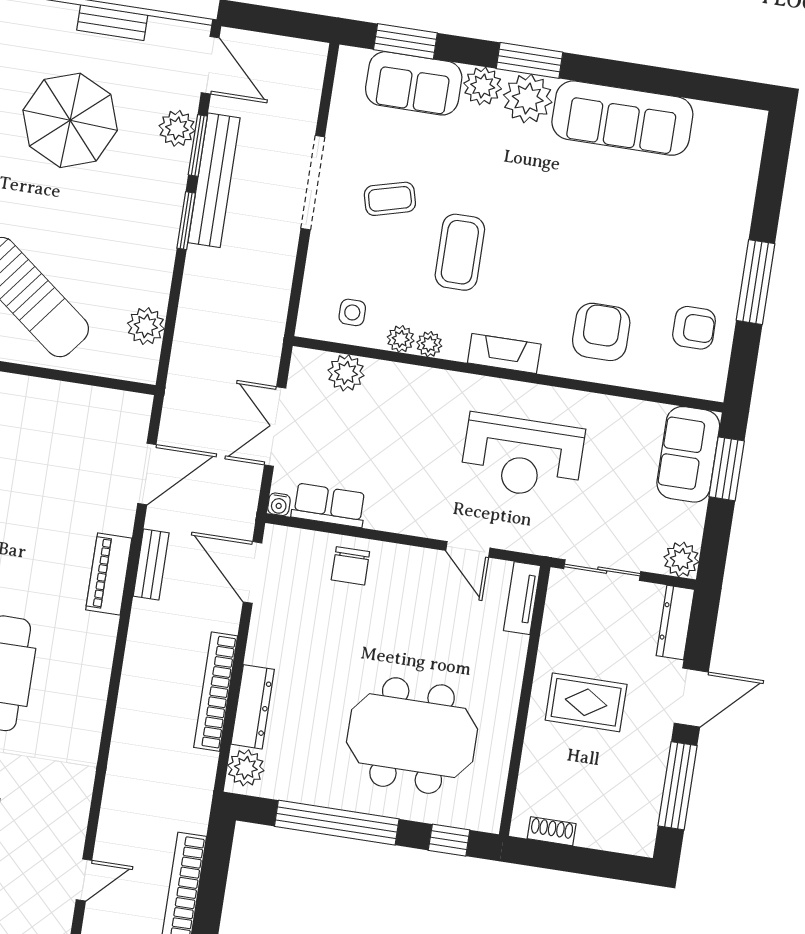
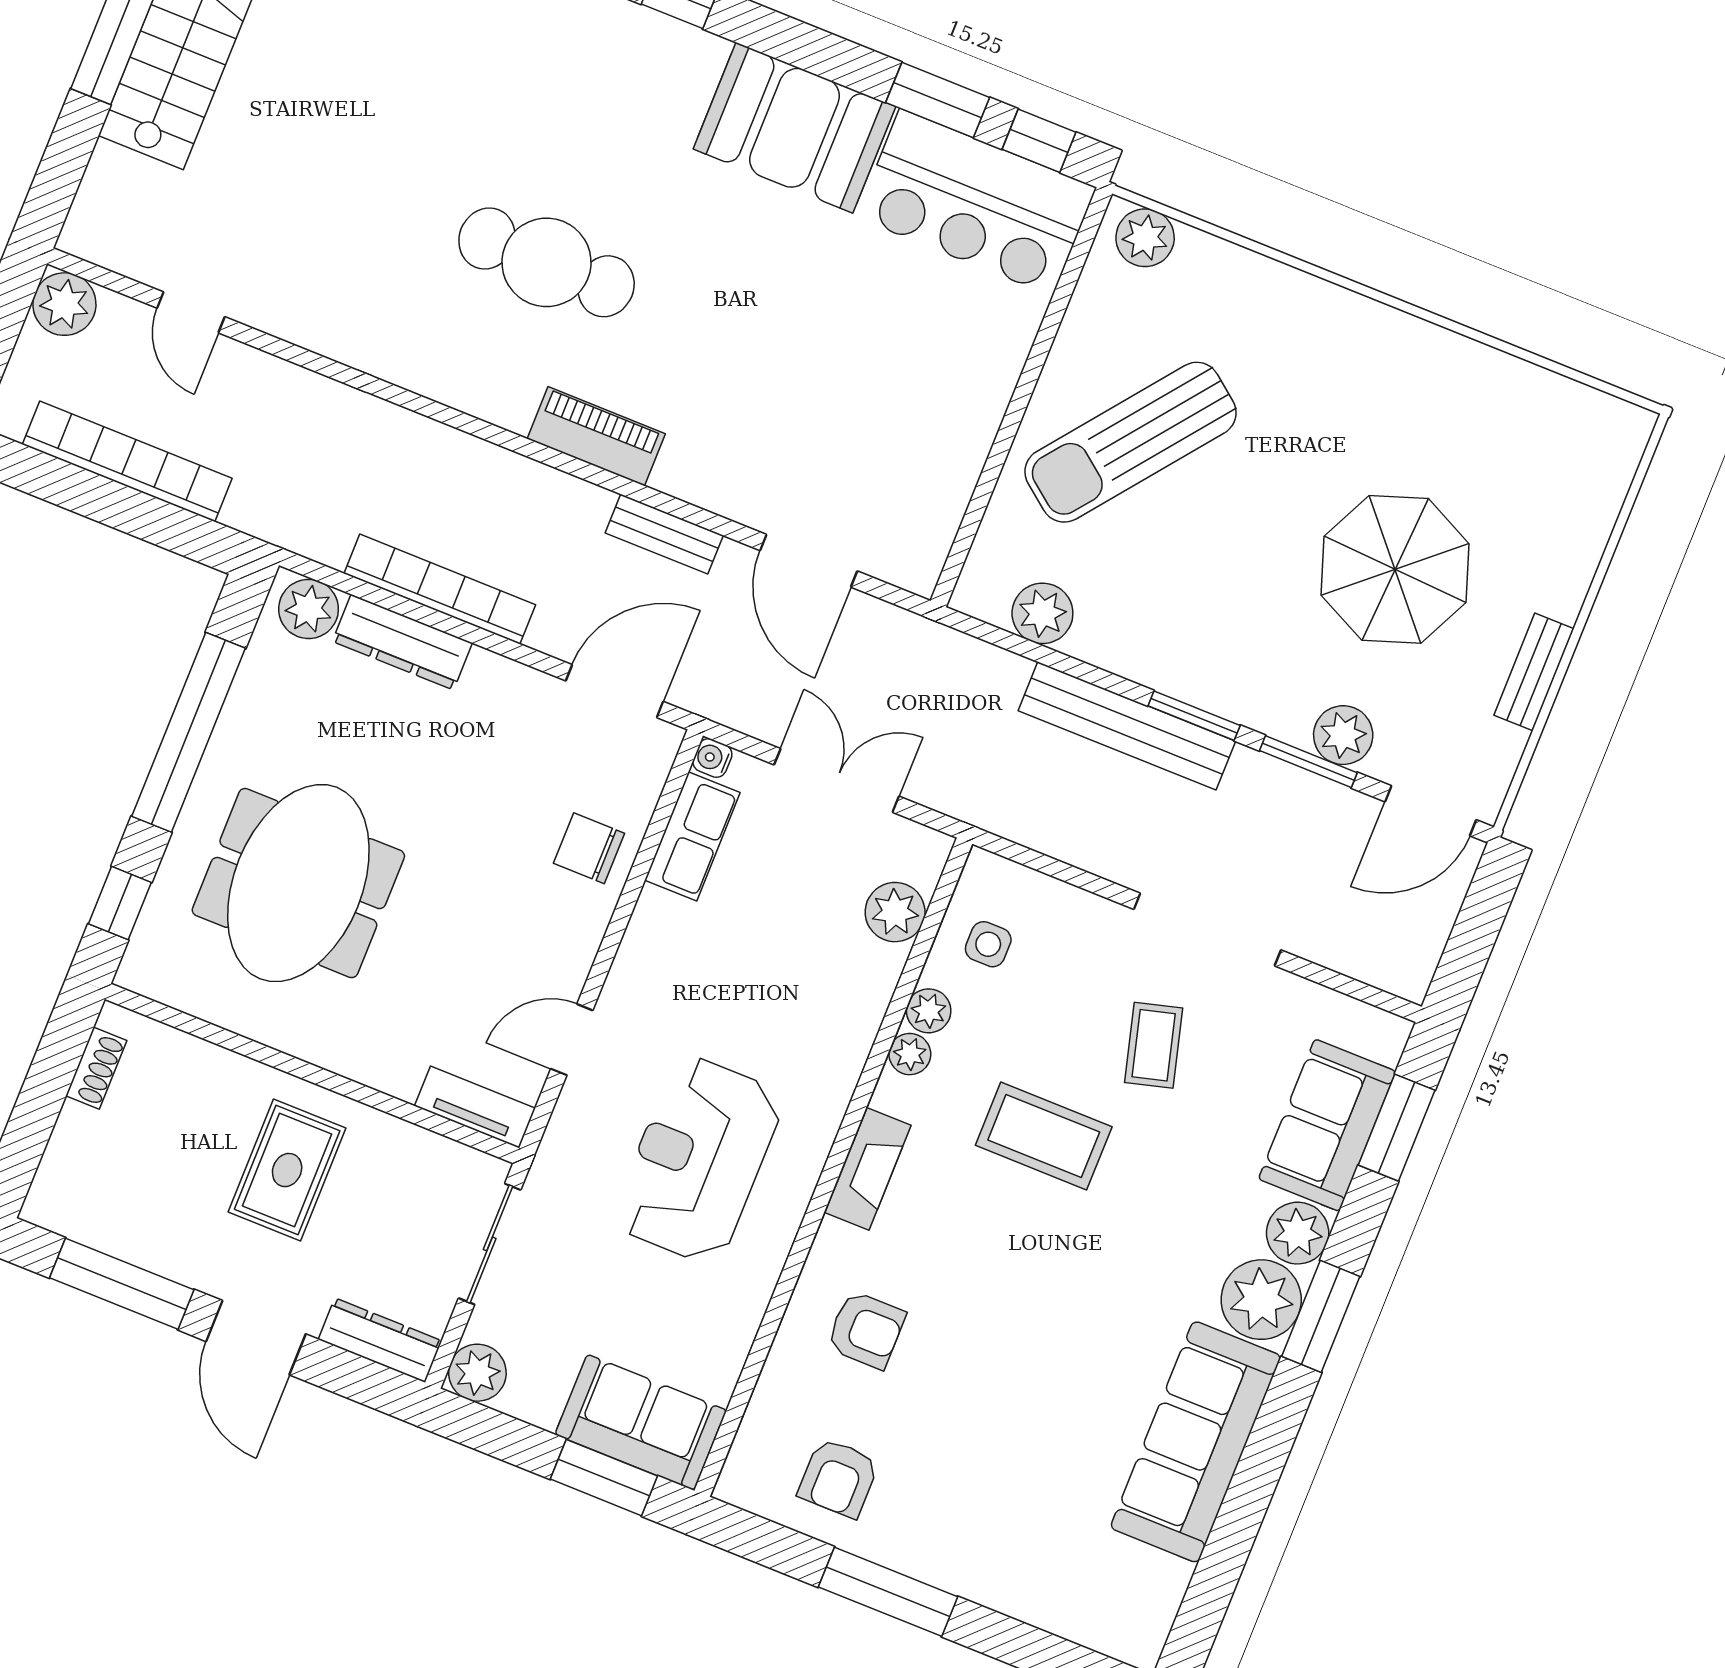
bench: (214, 180) -> (1127, 726), moved
armchair: (601, 332) -> (866, 1330), width x0.72, depth x0.72
piano: (109, 574) -> (596, 436), moved

